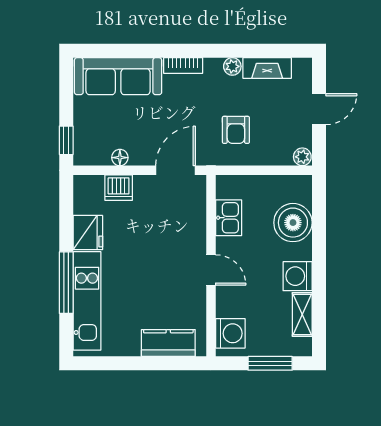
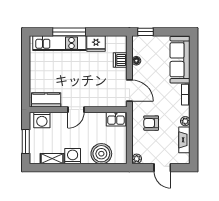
kitchen sink: (229, 218) -> (116, 119), moved
kitchen counter: (168, 343) -> (46, 100), moved, turned -90

